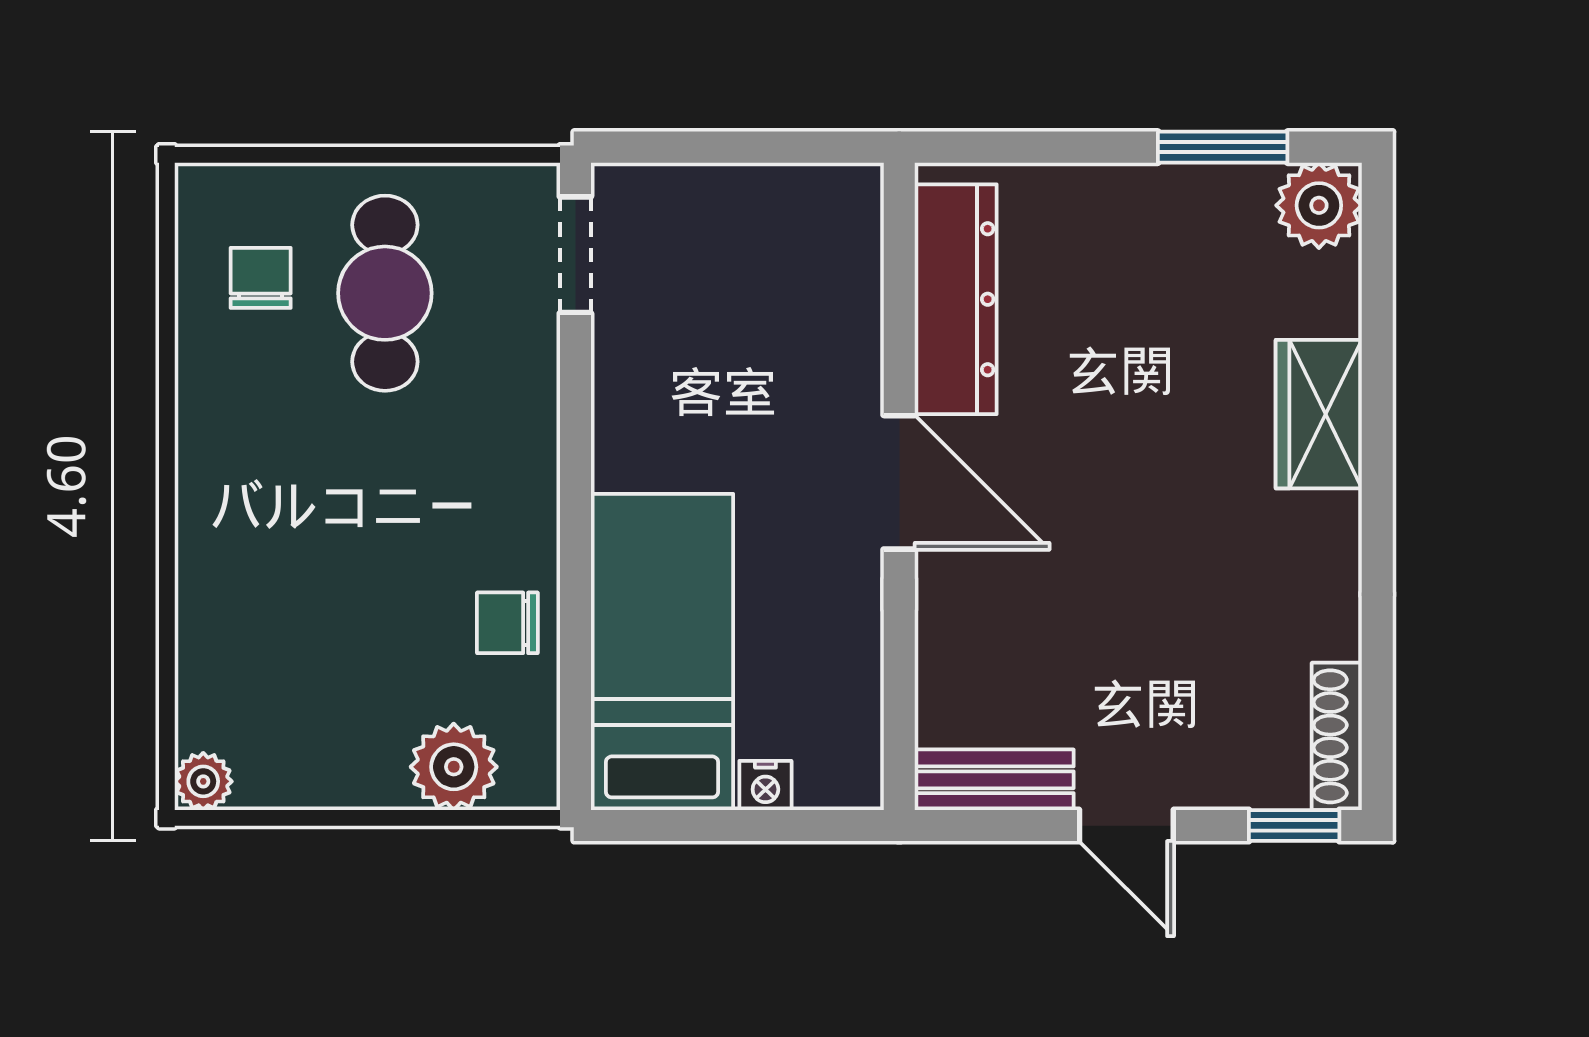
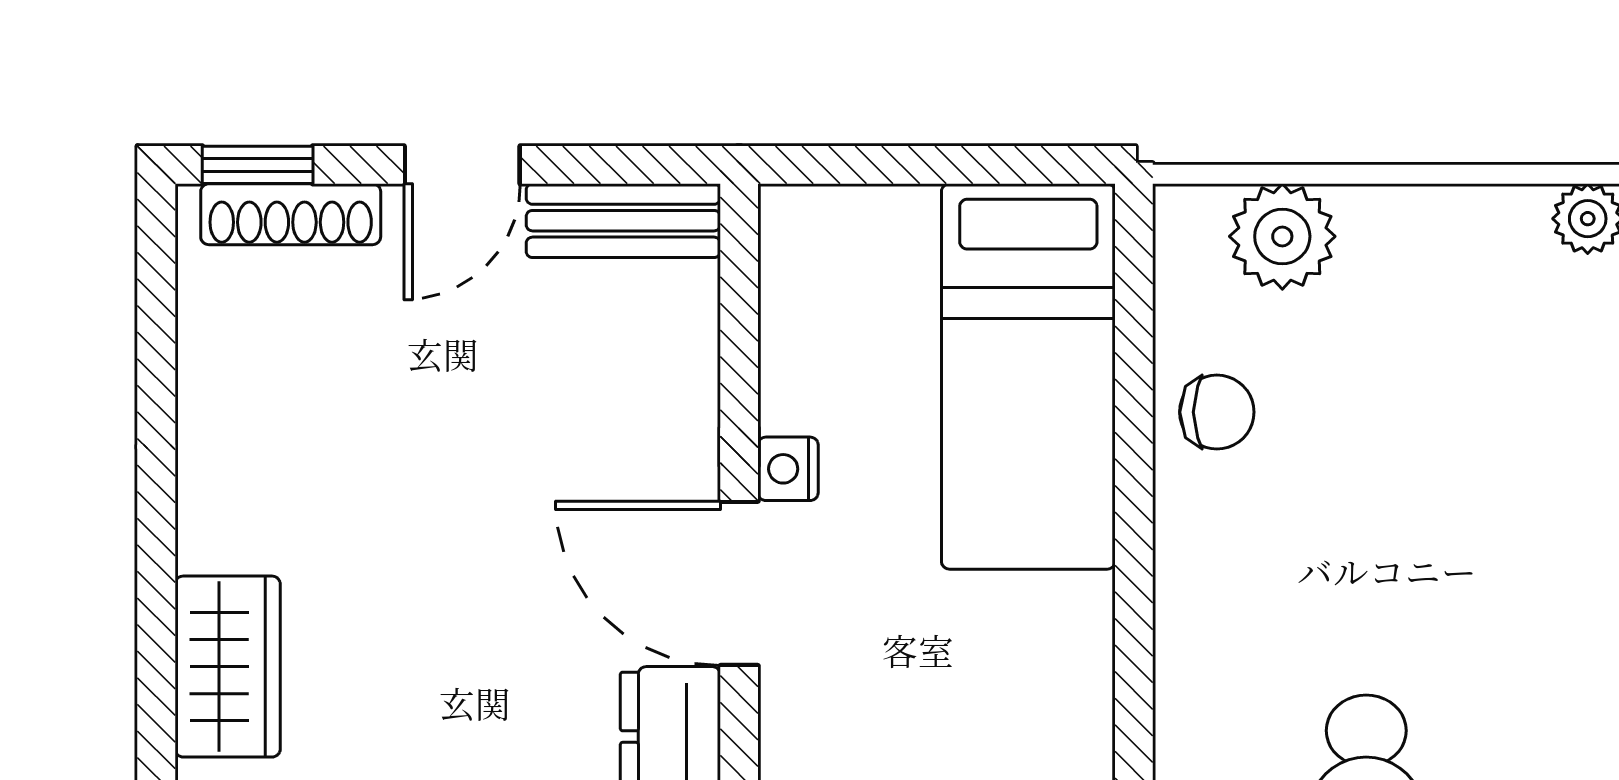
shoe rack: (1337, 736) -> (291, 214), moved, turned 90
nightstand: (765, 785) -> (788, 469), moved, turned -90
door: (1126, 826) -> (462, 165), swing flipped

